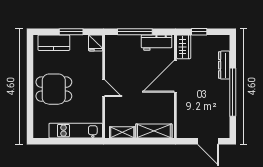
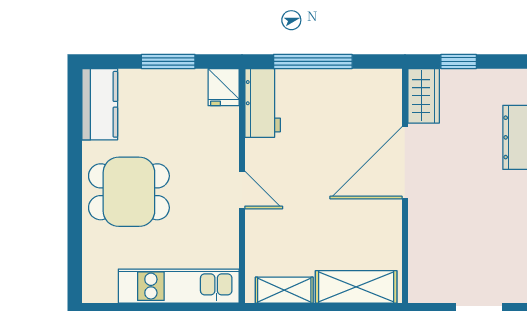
kitchen counter: (54, 43) -> (100, 104), moved, turned -90
workbench: (157, 43) -> (263, 103), moved, turned -90

